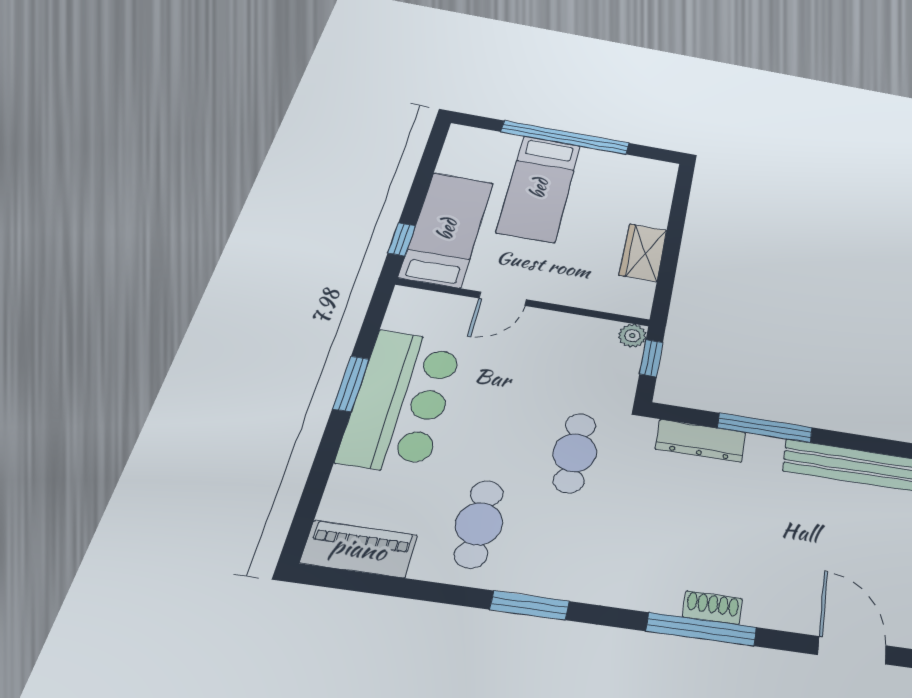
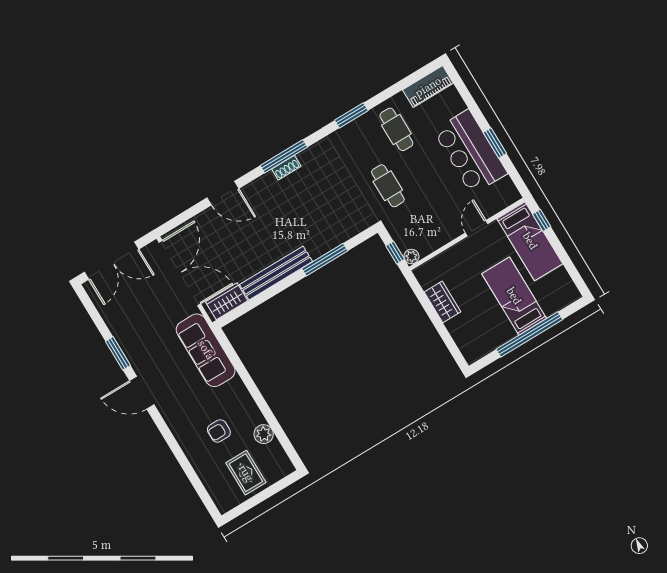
dresser: (701, 441) -> (345, 232), removed

